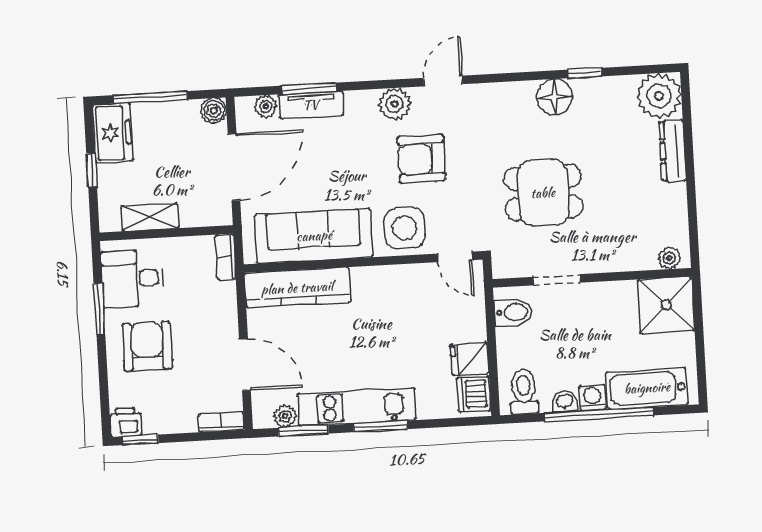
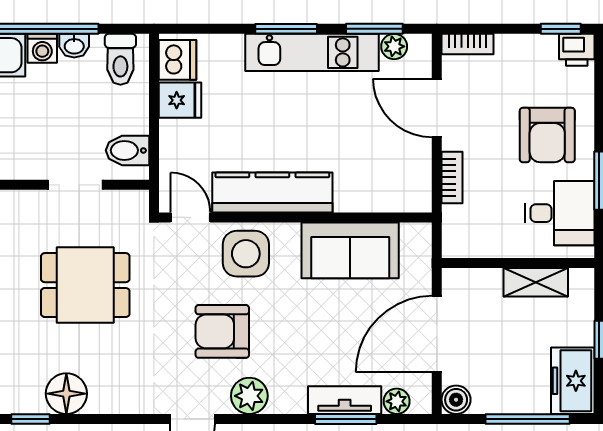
armchair: (421, 159) -> (222, 331), turned 180
sofa: (314, 236) -> (350, 250), width x0.73
bookcase: (226, 257) -> (452, 177), moved
kitchen counter: (297, 288) -> (272, 193), moved

